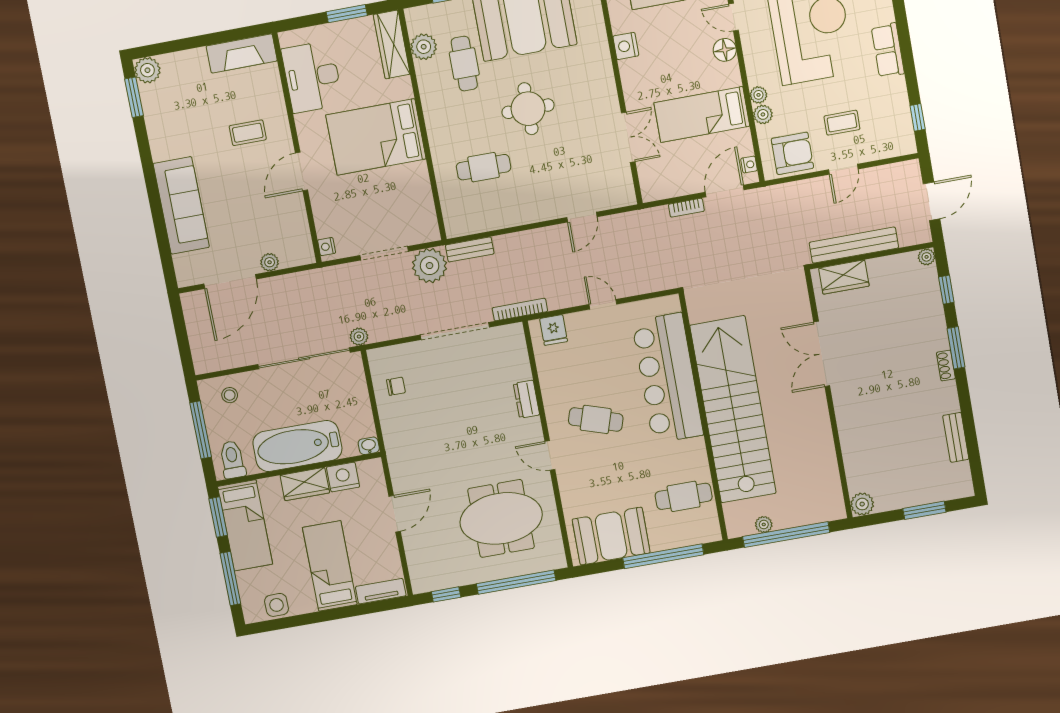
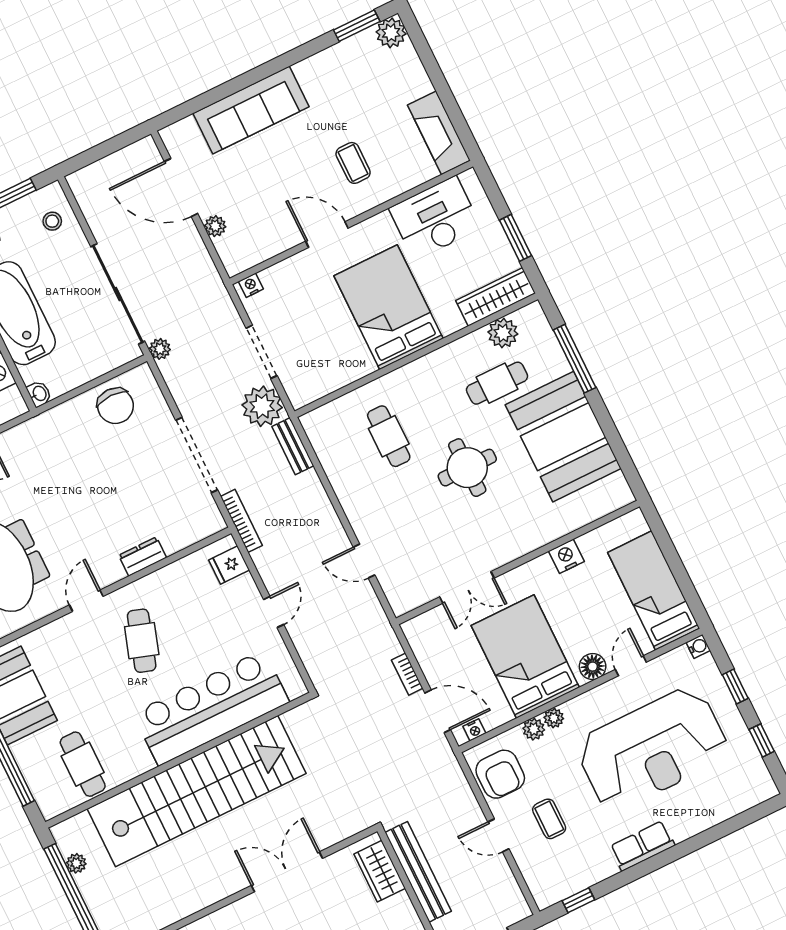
bed: (702, 114) -> (525, 656), width x1.50
chair: (396, 386) -> (115, 406), width x1.87, depth x1.87

